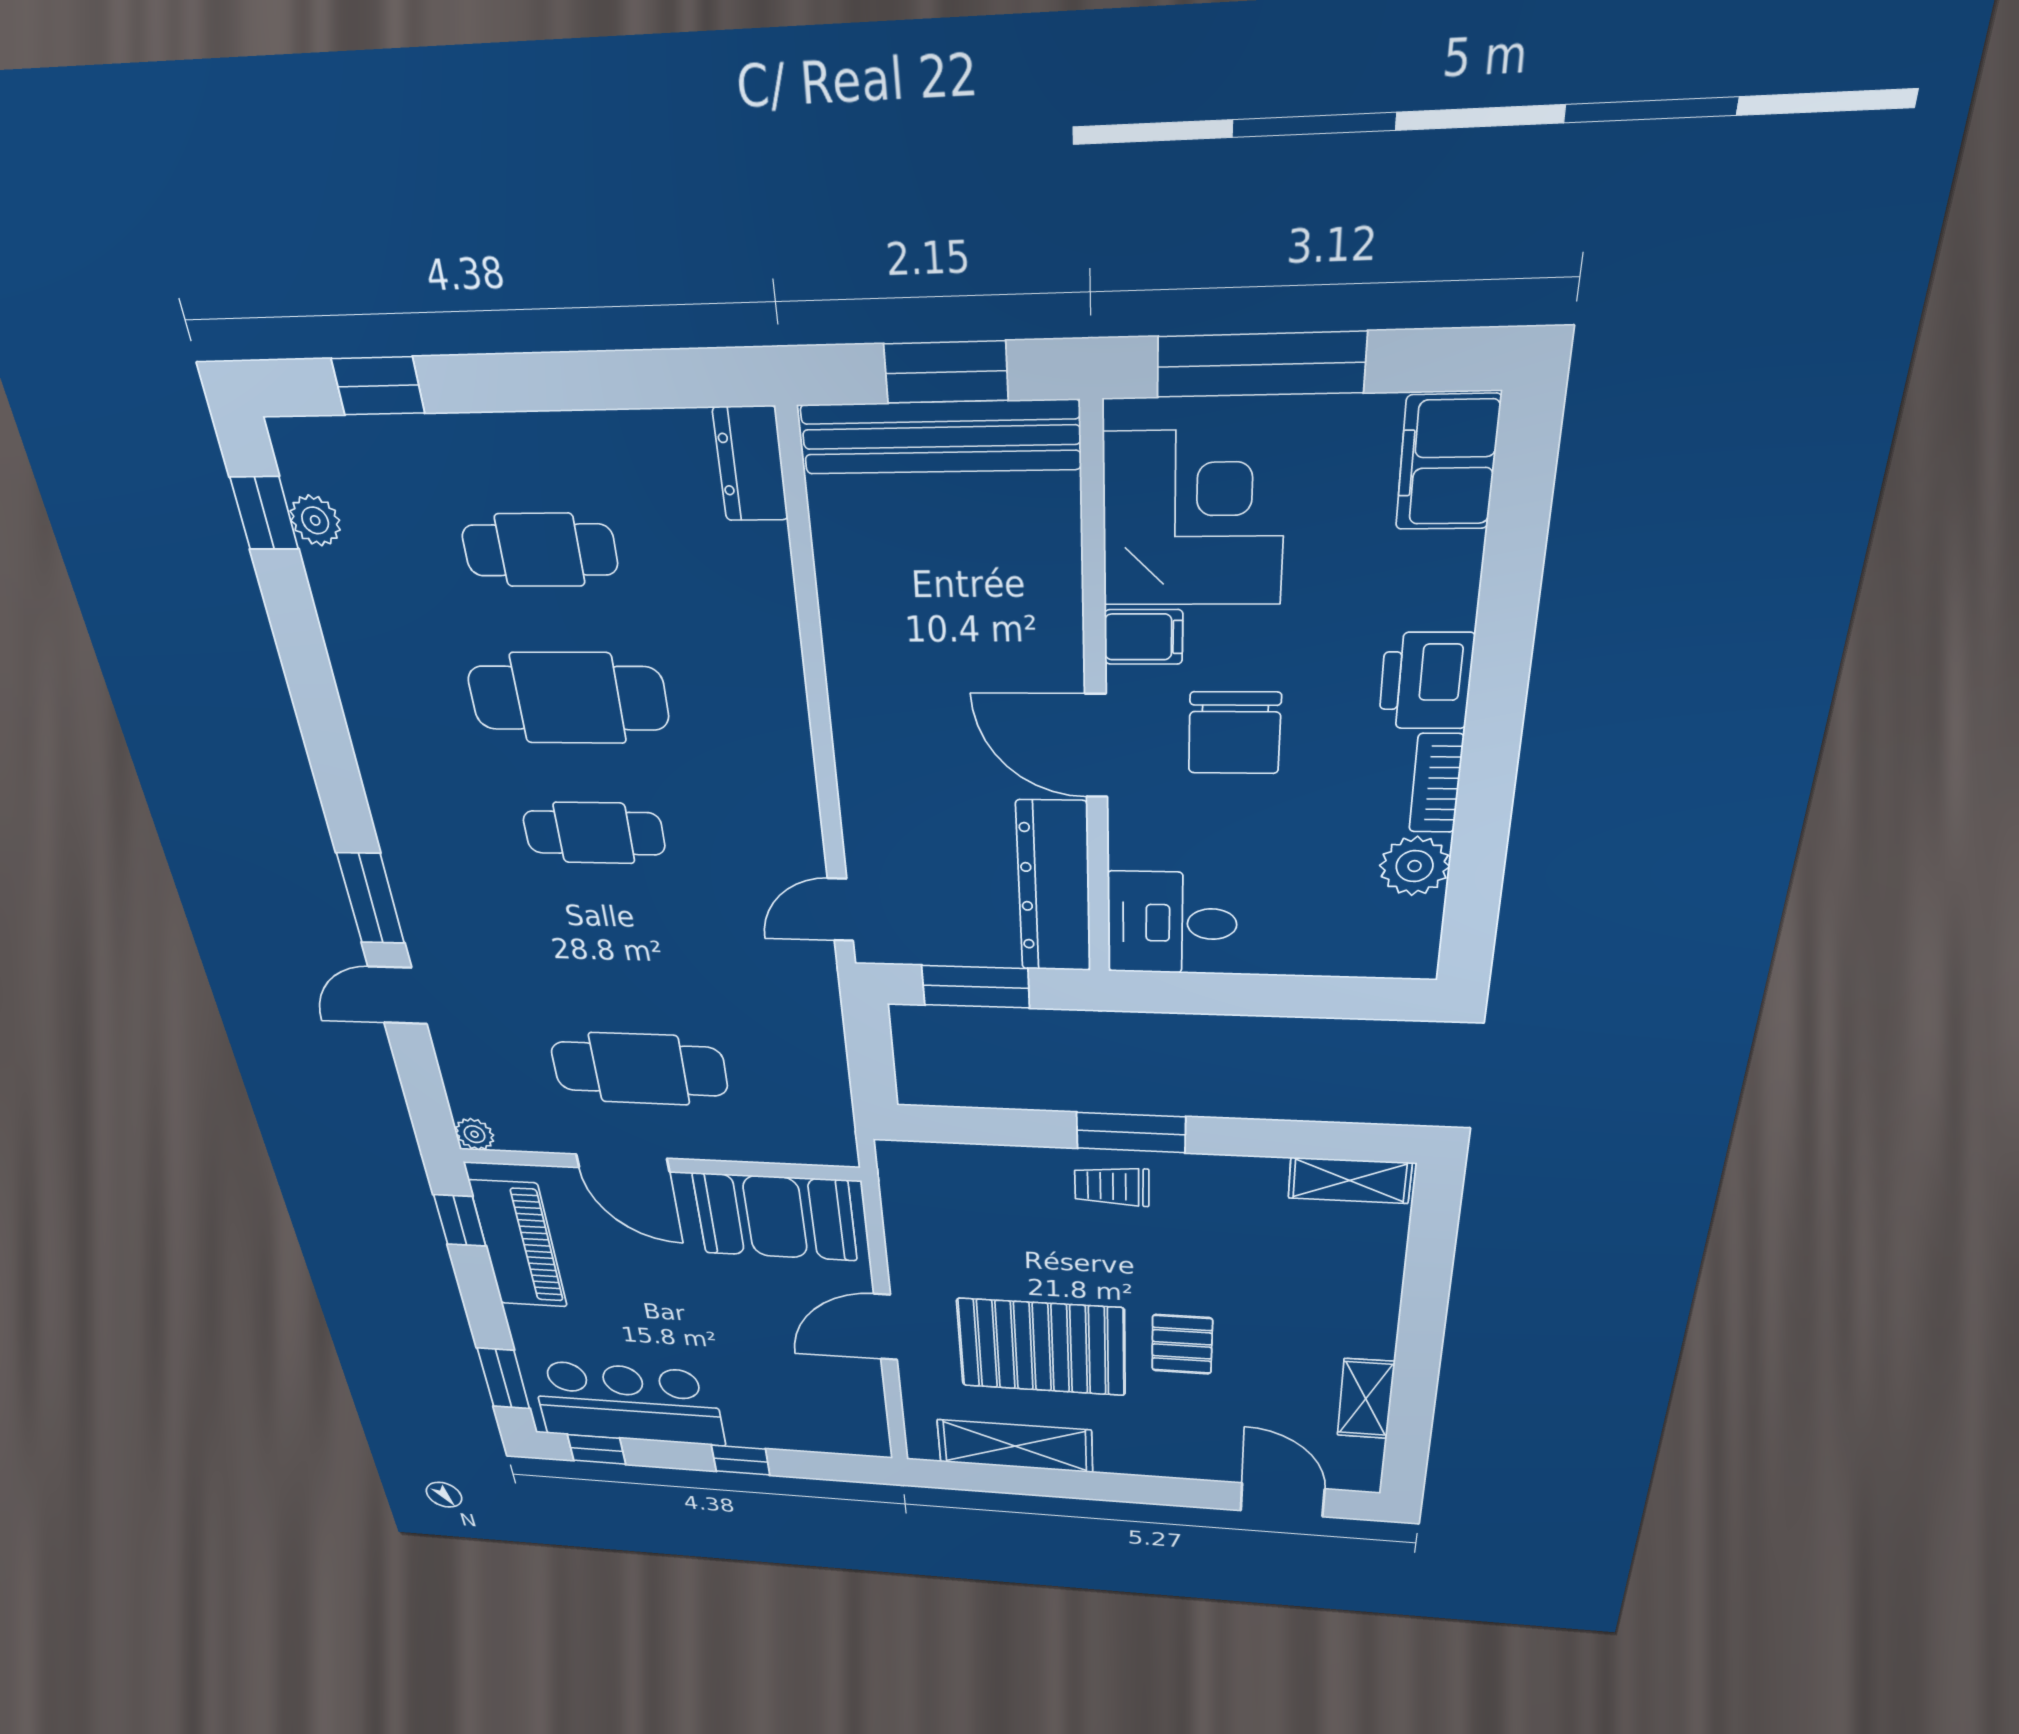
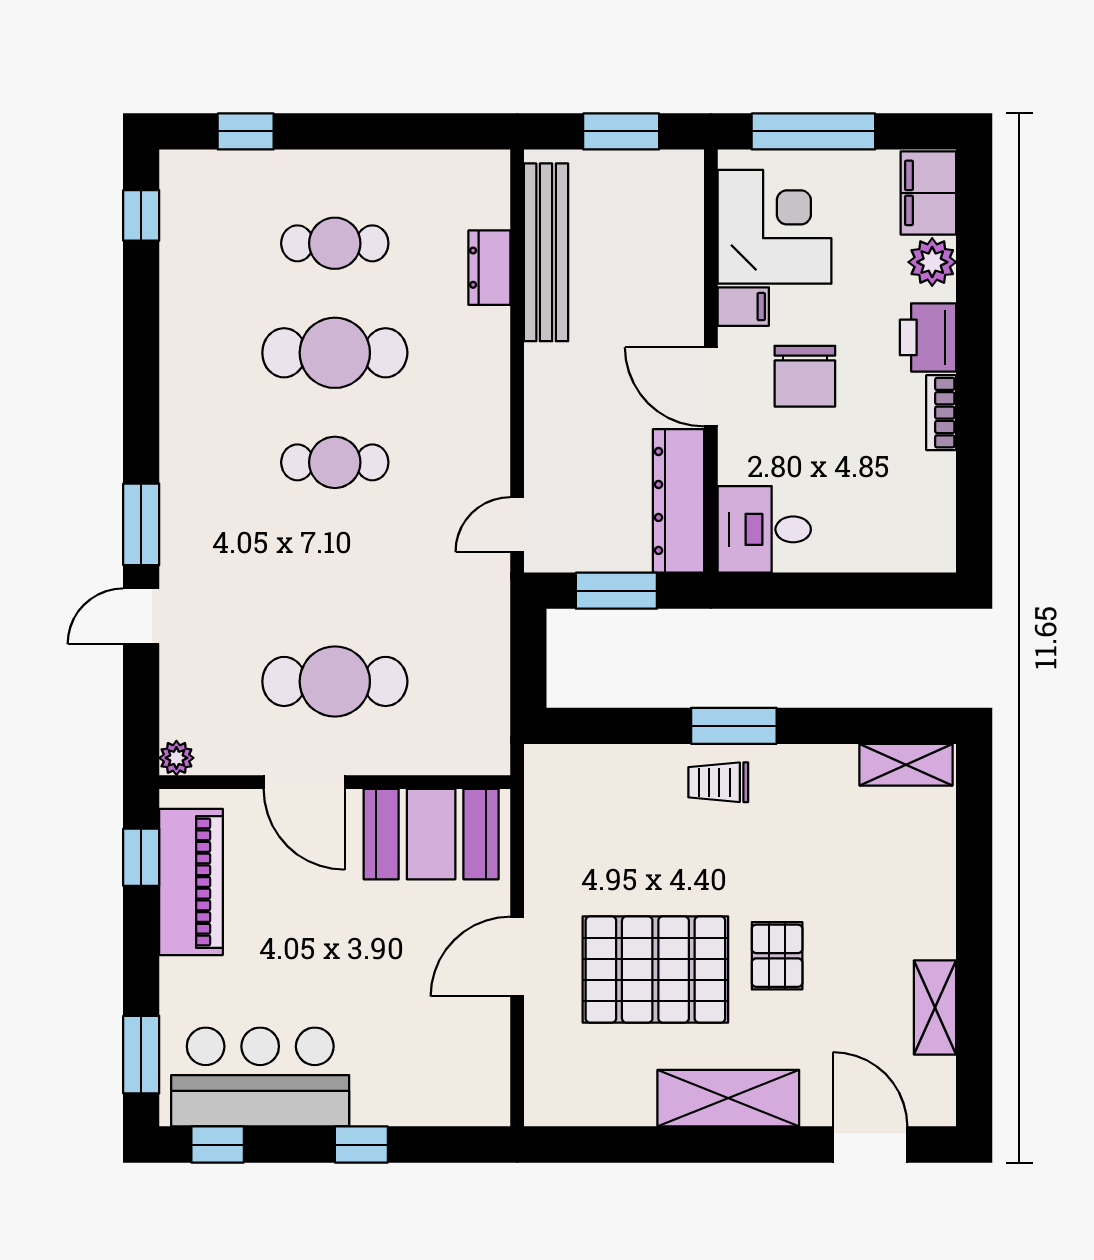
bench: (940, 437) -> (546, 252), moved, turned 90
dresser: (751, 464) -> (489, 268), moved
plant: (315, 520) -> (177, 221), removed
plant: (1415, 866) -> (932, 262), moved
shelving: (1015, 1446) -> (728, 1098), moved

